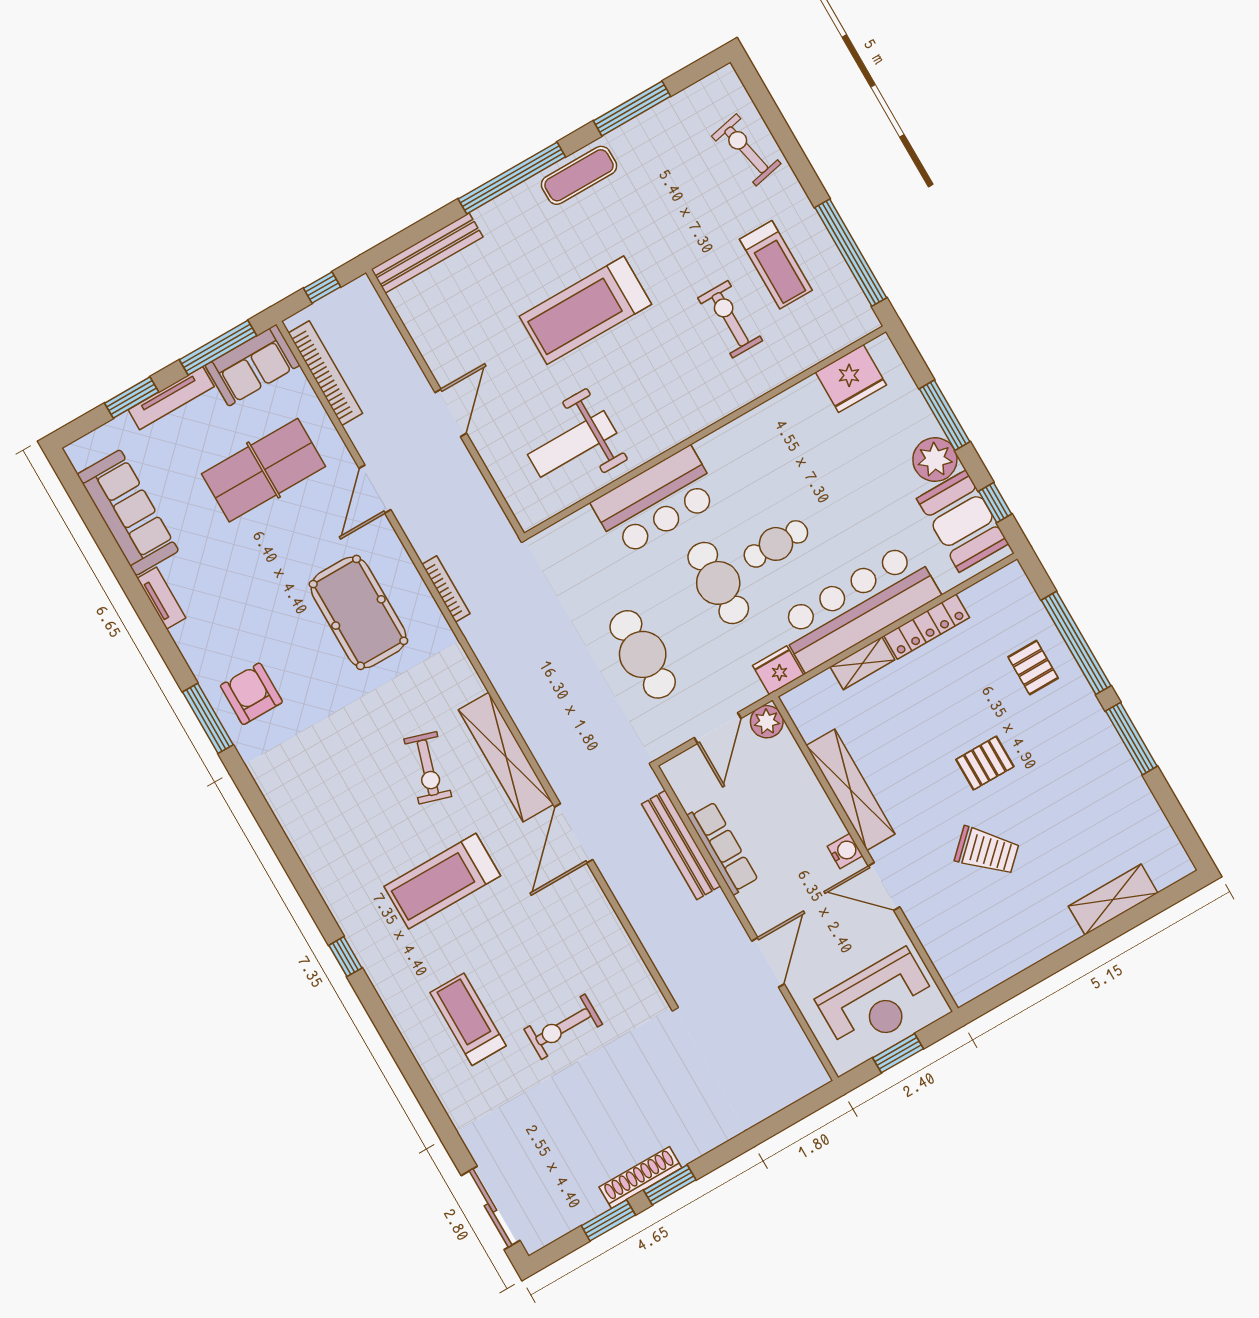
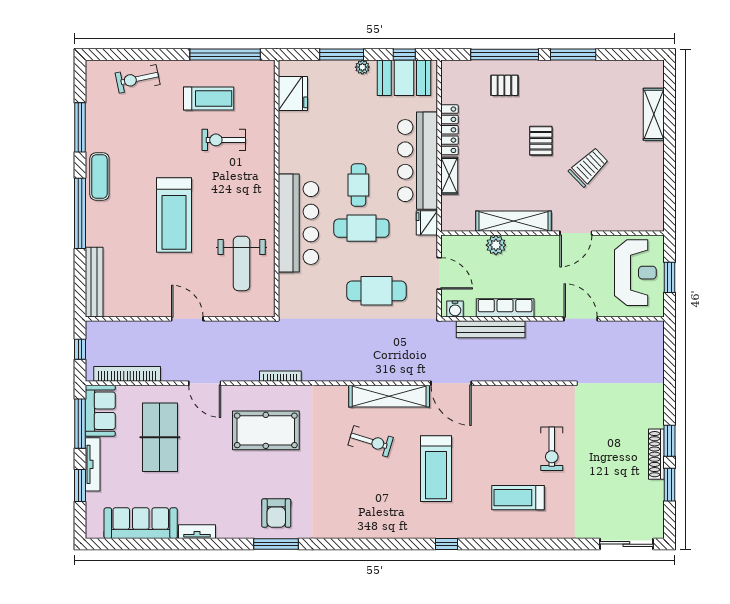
plant: (935, 460) -> (362, 67), width x0.53, depth x0.53
bar counter: (656, 501) -> (298, 223), width x1.36
armchair: (251, 694) -> (276, 513), turned -90
plant: (767, 722) -> (496, 245), moved
water cooler: (845, 851) -> (455, 309), moved, turned 180

